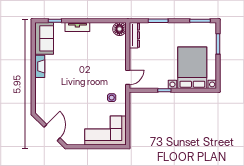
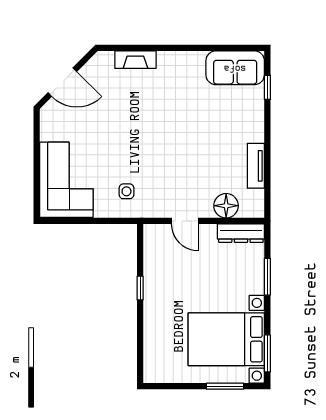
tv unit: (77, 27) -> (256, 166), moved
floor lamp: (119, 29) -> (226, 206), moved
fireplace: (40, 66) -> (135, 60), moved
bed with nightstands: (192, 68) -> (226, 339), moved, turned 180
door: (128, 77) -> (185, 221), moved

